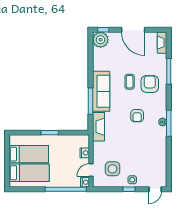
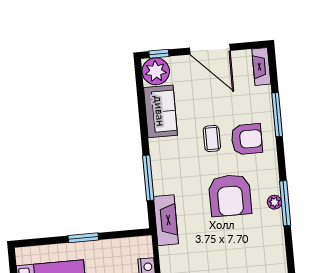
armchair: (150, 84) -> (247, 139), turned 90
sofa: (101, 91) -> (160, 111), moved, width x0.73
armchair: (137, 116) -> (230, 195), width x1.88, depth x1.88

